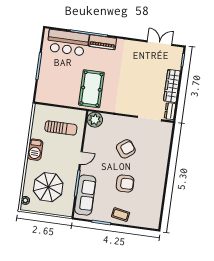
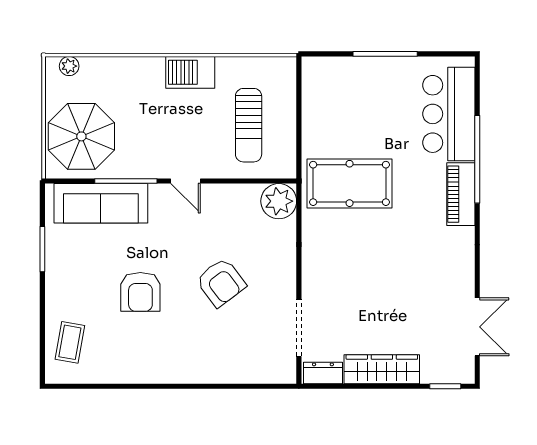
parasol: (48, 187) -> (81, 136), moved
coffee table: (121, 215) -> (70, 342), moved

